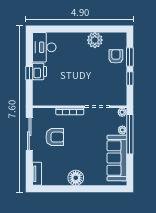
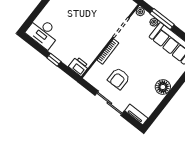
printer: (39, 71) -> (79, 66), moved
sliding door: (29, 134) -> (109, 103), moved
window: (130, 134) -> (162, 19), width x0.68
armchair: (55, 137) -> (119, 79), turned 180

